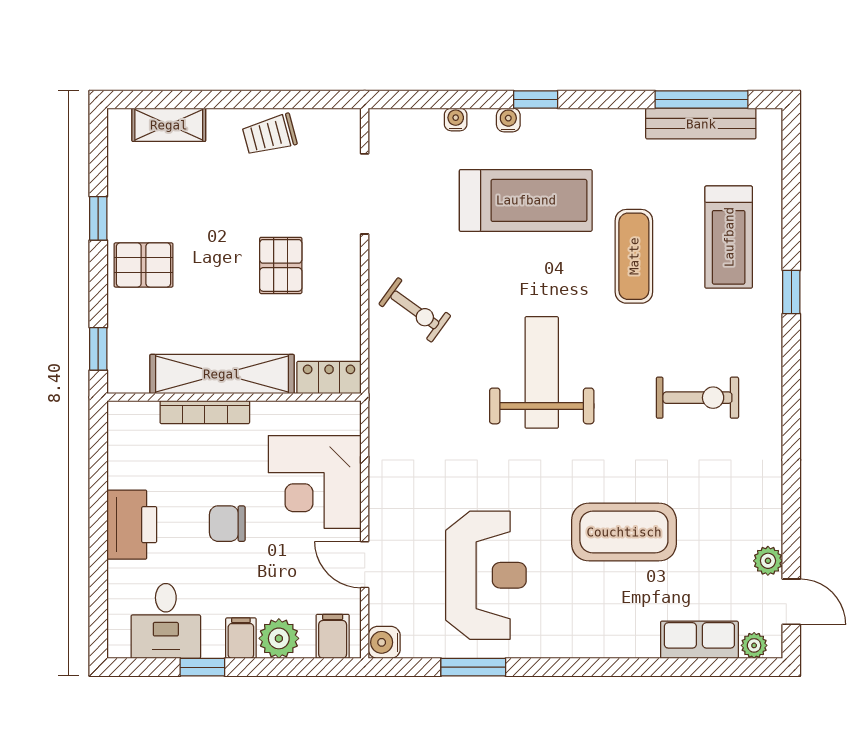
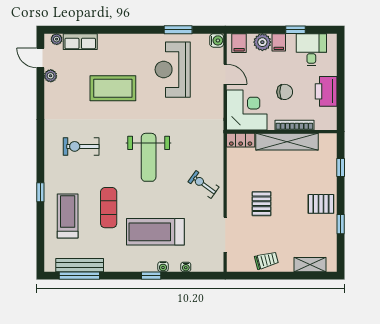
shelving: (222, 374) -> (287, 142), moved
locker: (329, 377) -> (241, 140), moved
wall: (234, 397) -> (282, 132), moved
bookcase: (205, 412) -> (294, 125), moved

